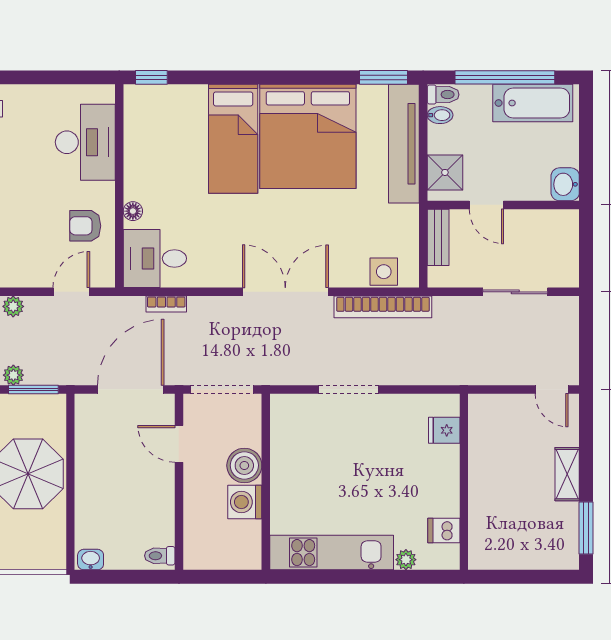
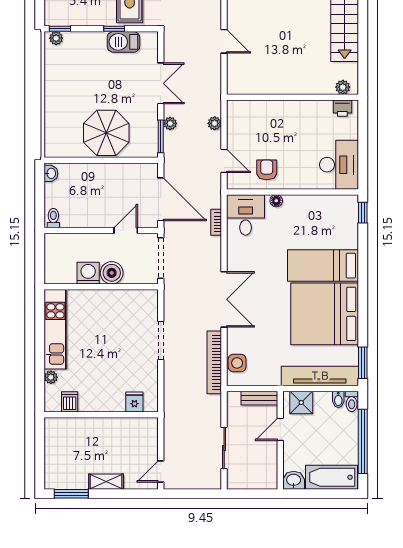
bathtub: (533, 103) -> (331, 477), moved, turned 90
desk: (85, 142) -> (339, 165), moved, turned -90

